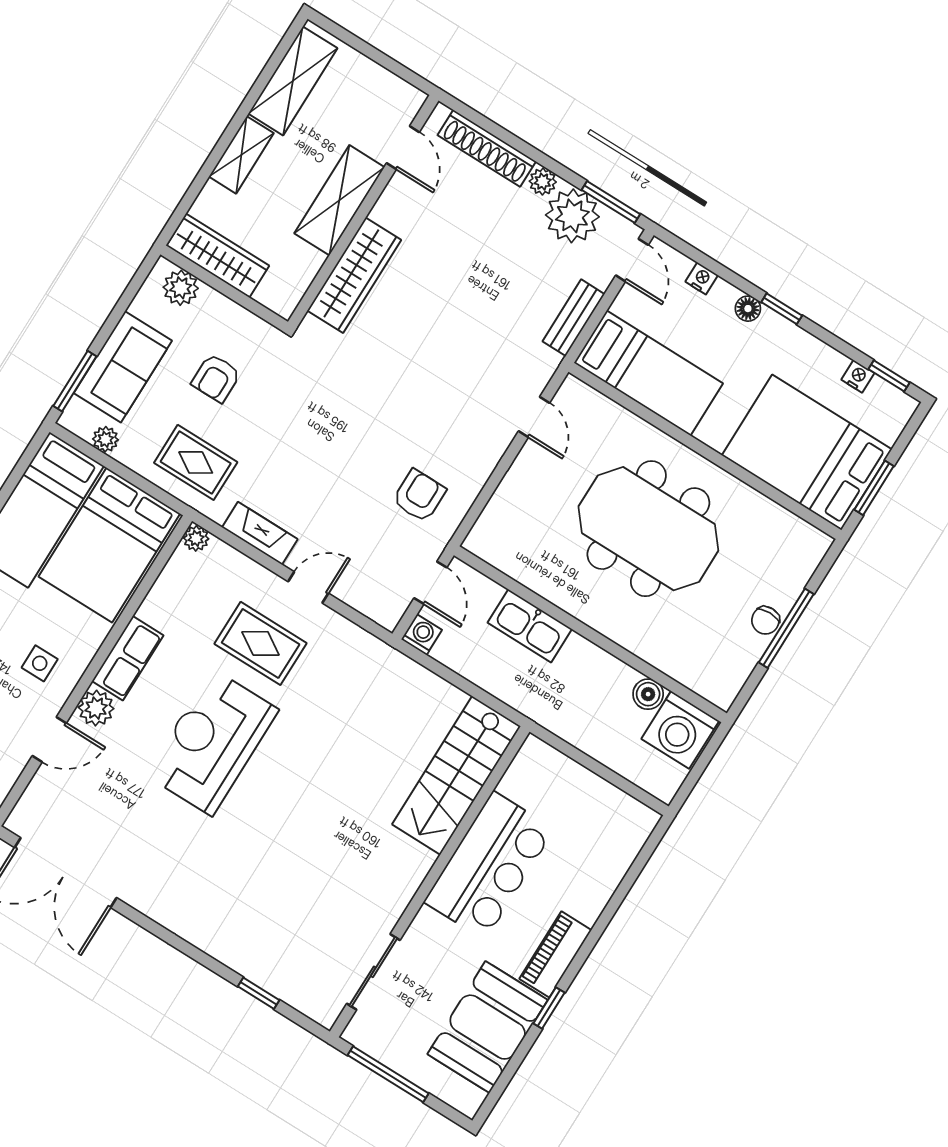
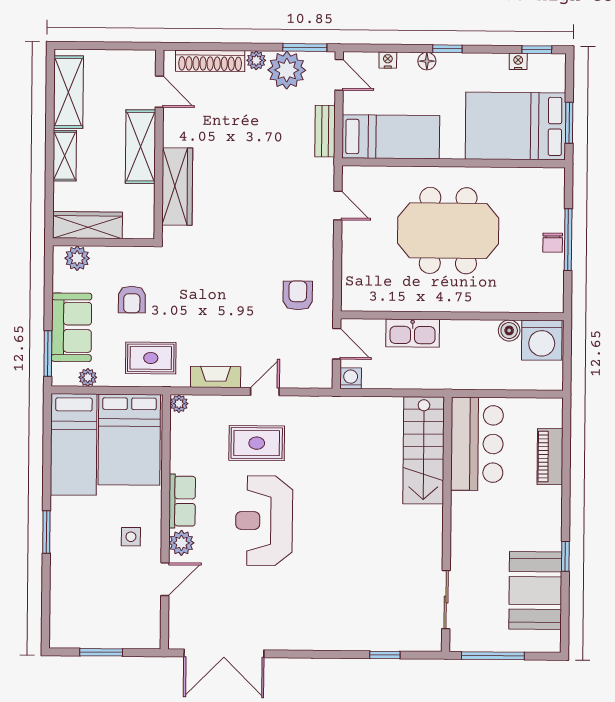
bar counter: (489, 865) -> (477, 444), moved
piano: (555, 954) -> (550, 457), moved

